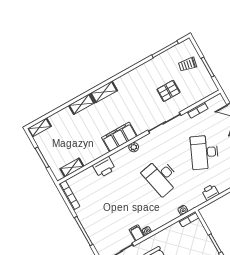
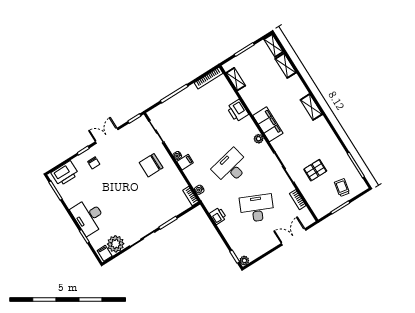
pallet: (168, 91) -> (315, 170), turned 90
shelving: (82, 104) -> (286, 66), moved
filing cabinet: (137, 233) -> (185, 162), moved

